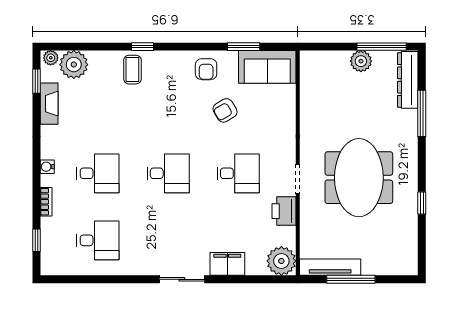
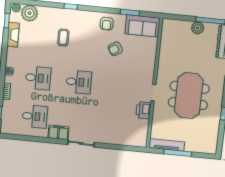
coffee table: (132, 70) -> (63, 38), moved
desk: (238, 173) -> (119, 86), removed
plant: (281, 261) -> (139, 139), removed
filing cabinet: (227, 264) -> (58, 132), moved

